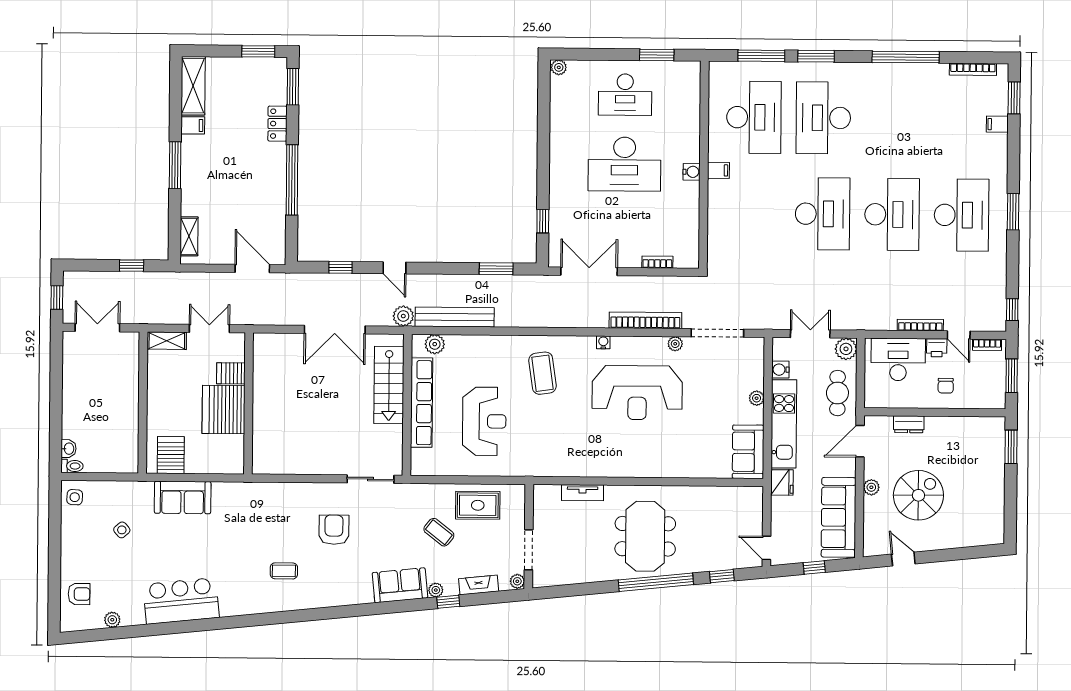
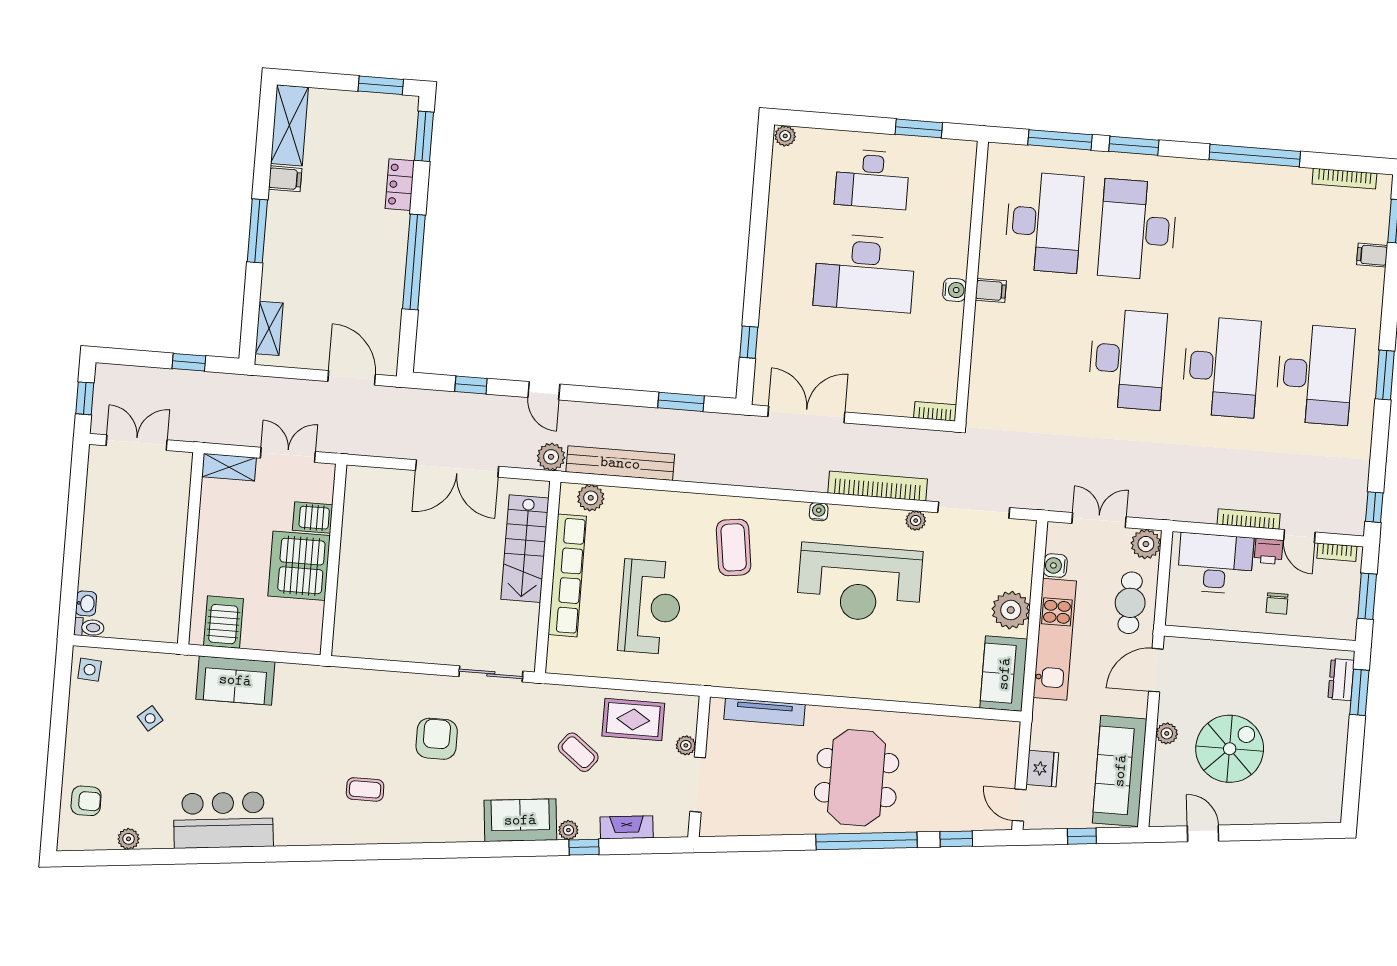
bookcase: (657, 262) -> (935, 411), moved
plant: (757, 398) -> (1011, 610), width x1.88, depth x1.88
dresser: (909, 424) -> (1341, 680), moved, turned 90
fridge: (782, 482) -> (1042, 769), moved
tv unit: (583, 493) -> (764, 712), width x1.41
plant: (517, 581) -> (686, 745), moved

